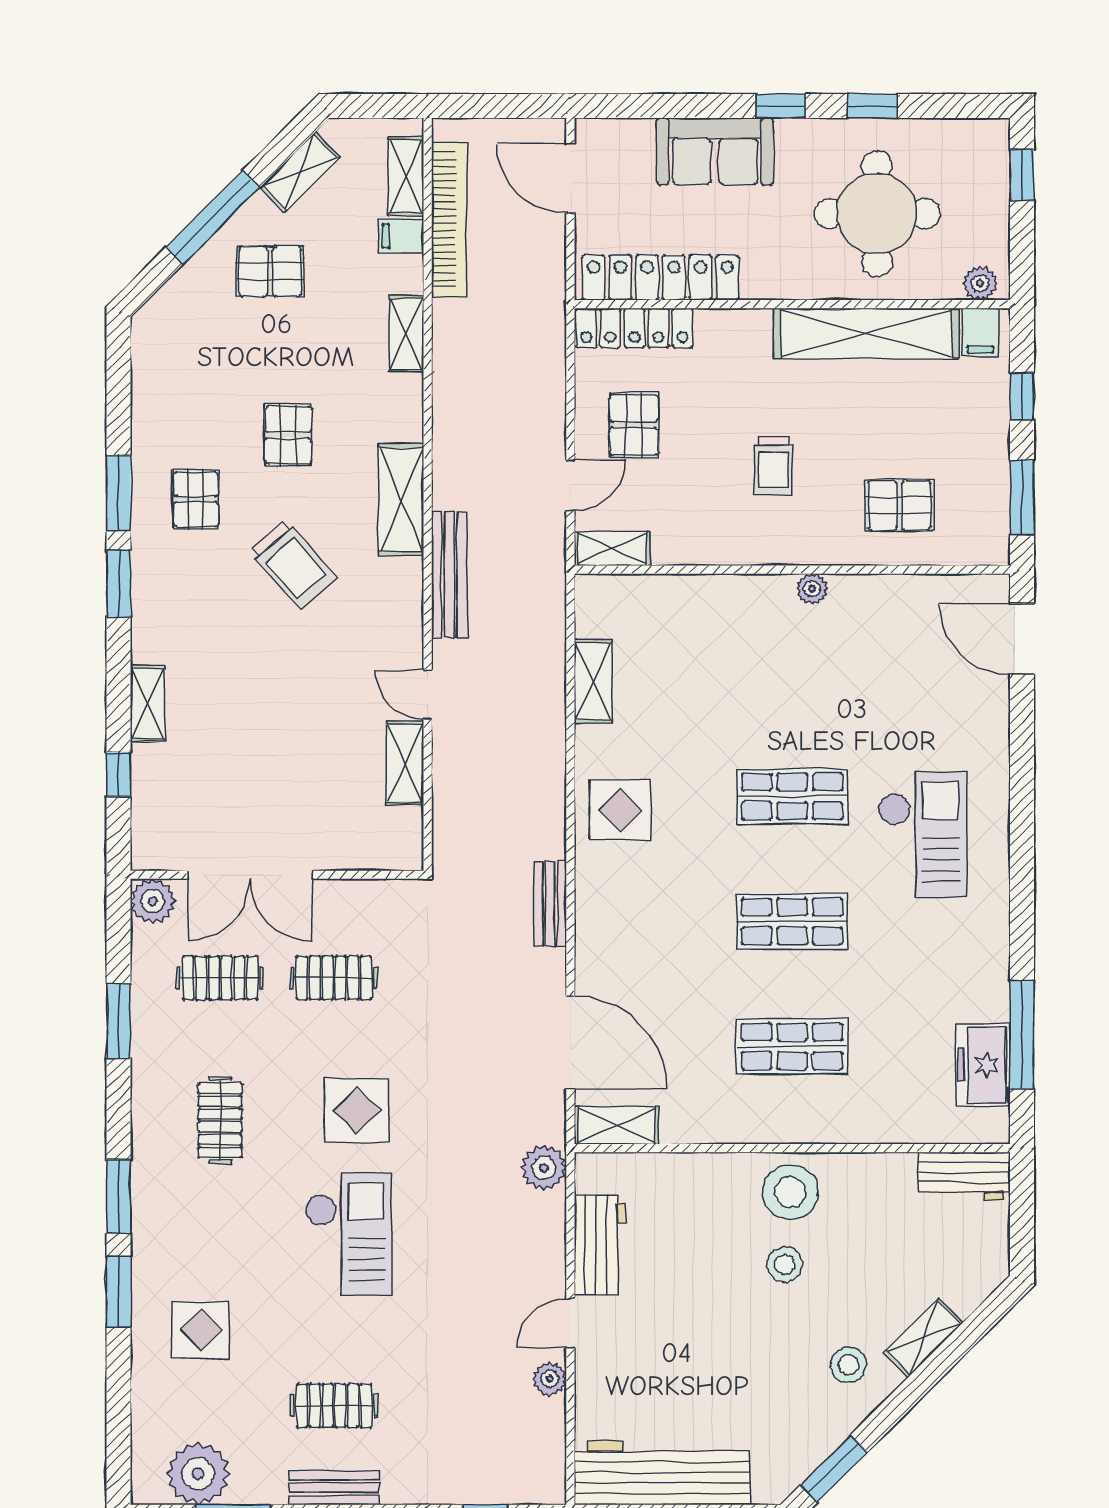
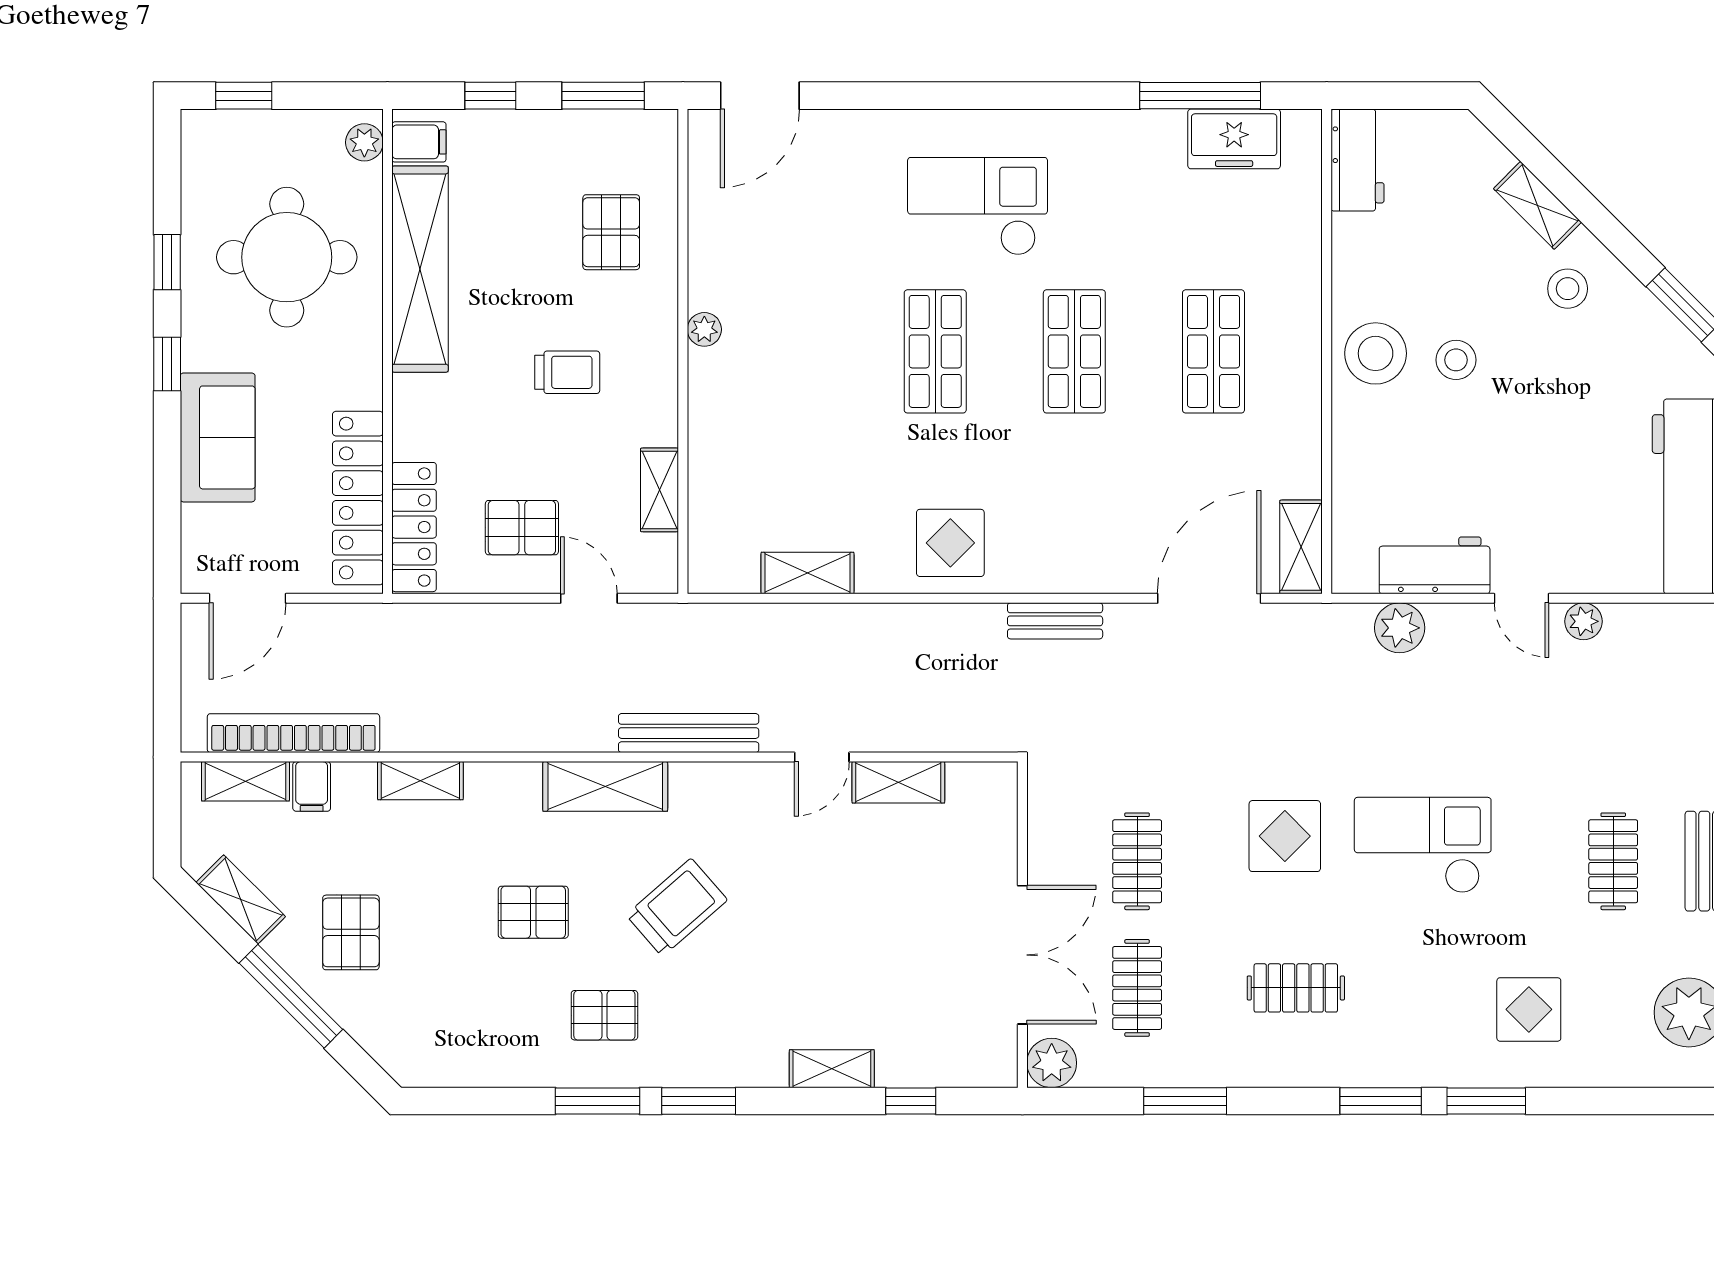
shelving: (612, 549) -> (660, 490), moved
plant: (544, 1168) -> (1400, 628), moved

